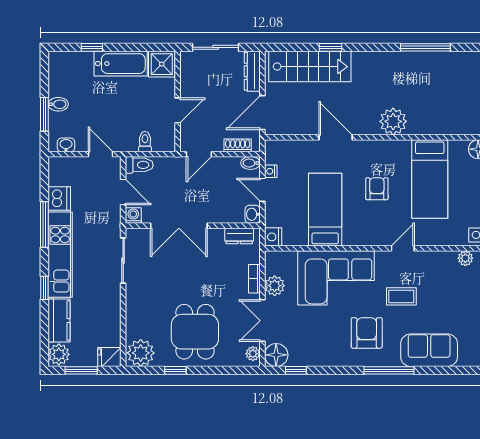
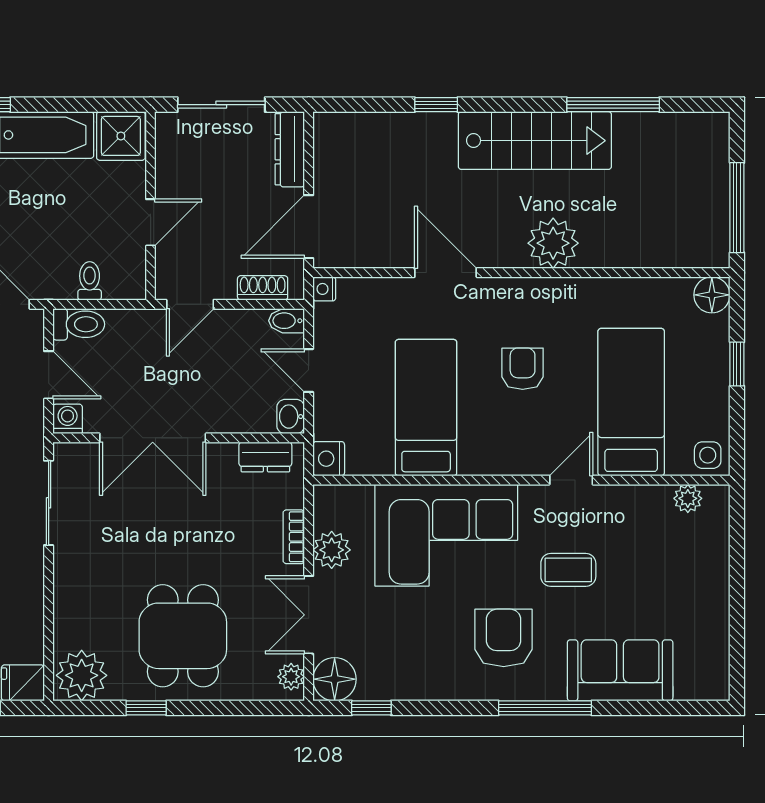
stairs: (310, 67) -> (535, 141), moved
nightstand: (271, 171) -> (324, 289), moved
bed: (430, 179) -> (631, 402), moved, turned 180

